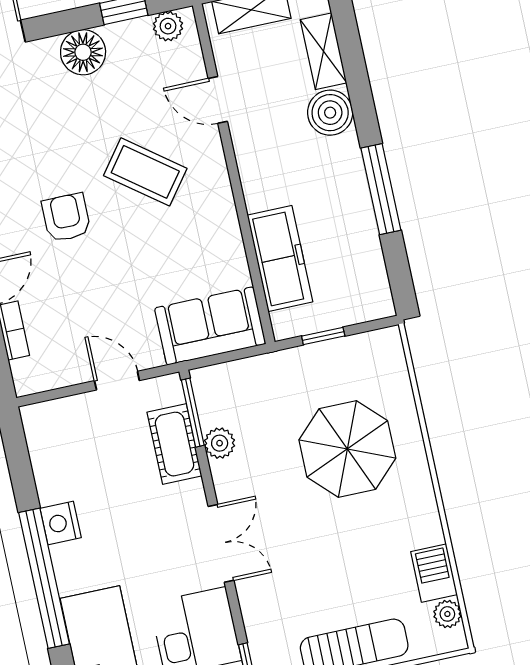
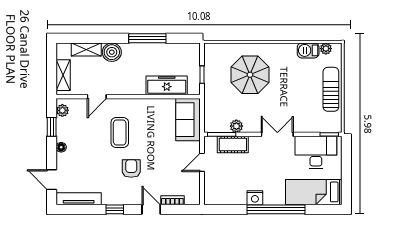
floor lamp: (83, 52) -> (61, 147), width x0.53, depth x0.53
coffee table: (145, 172) -> (120, 132), turned -37
armchair: (66, 217) -> (131, 169), turned 90

